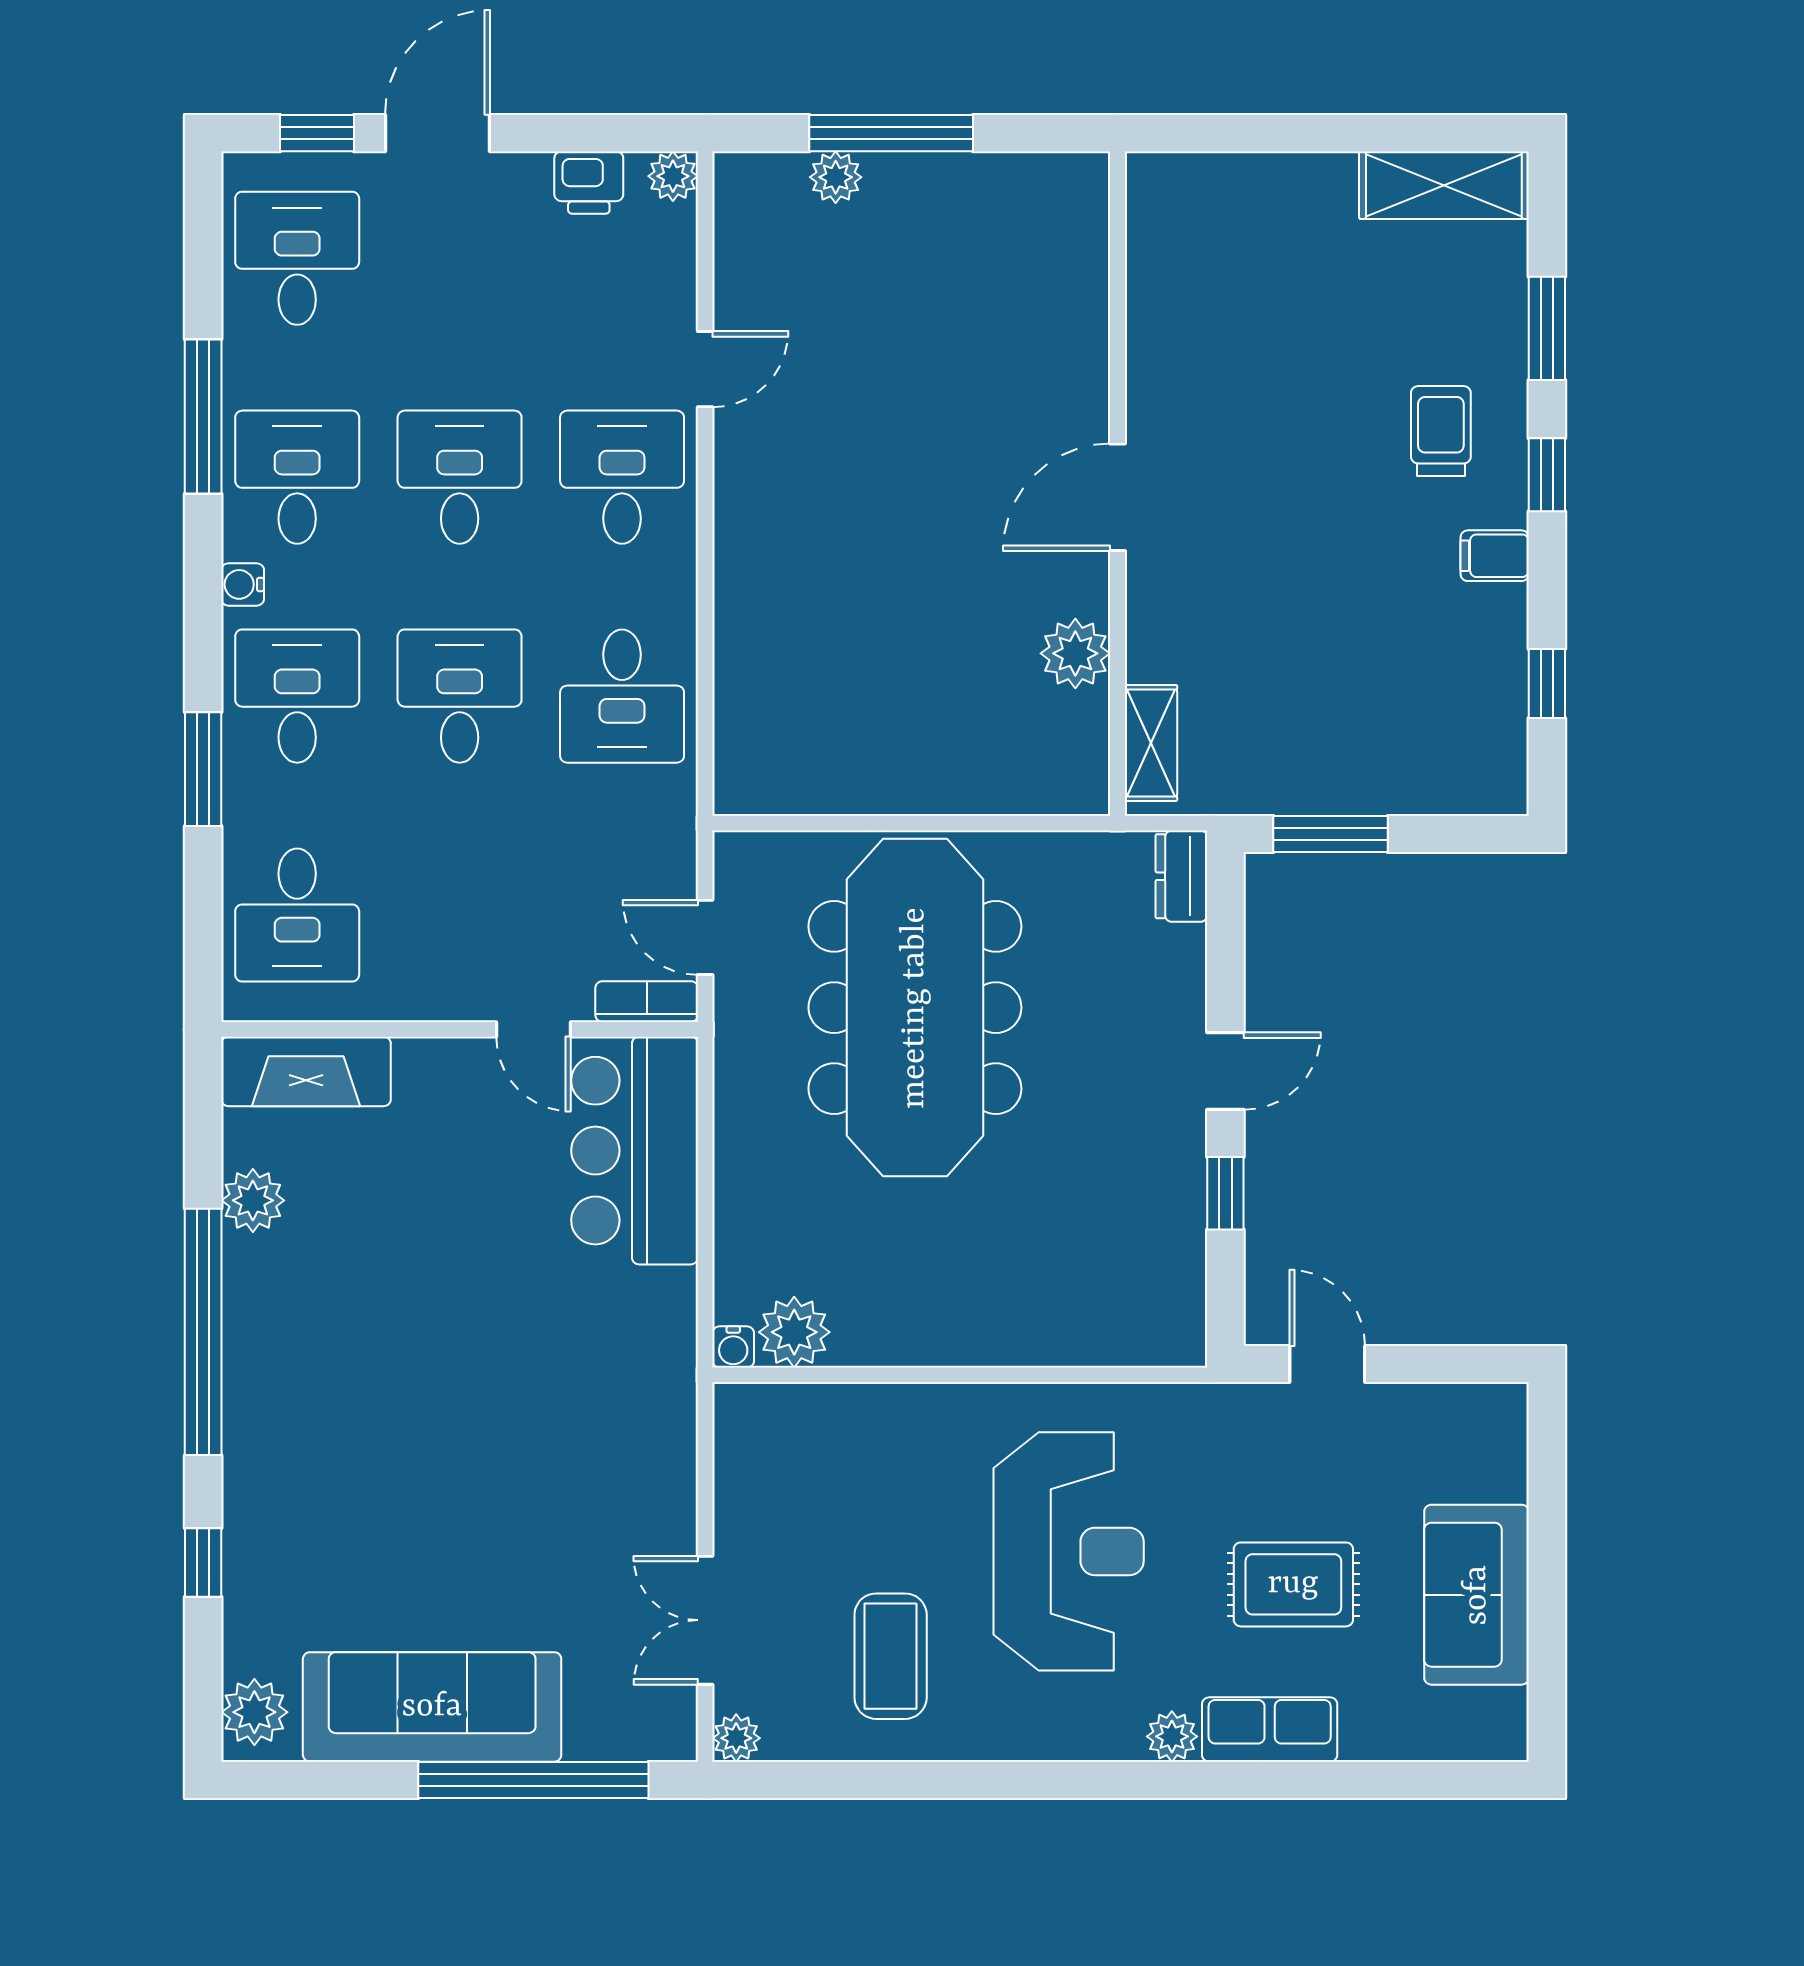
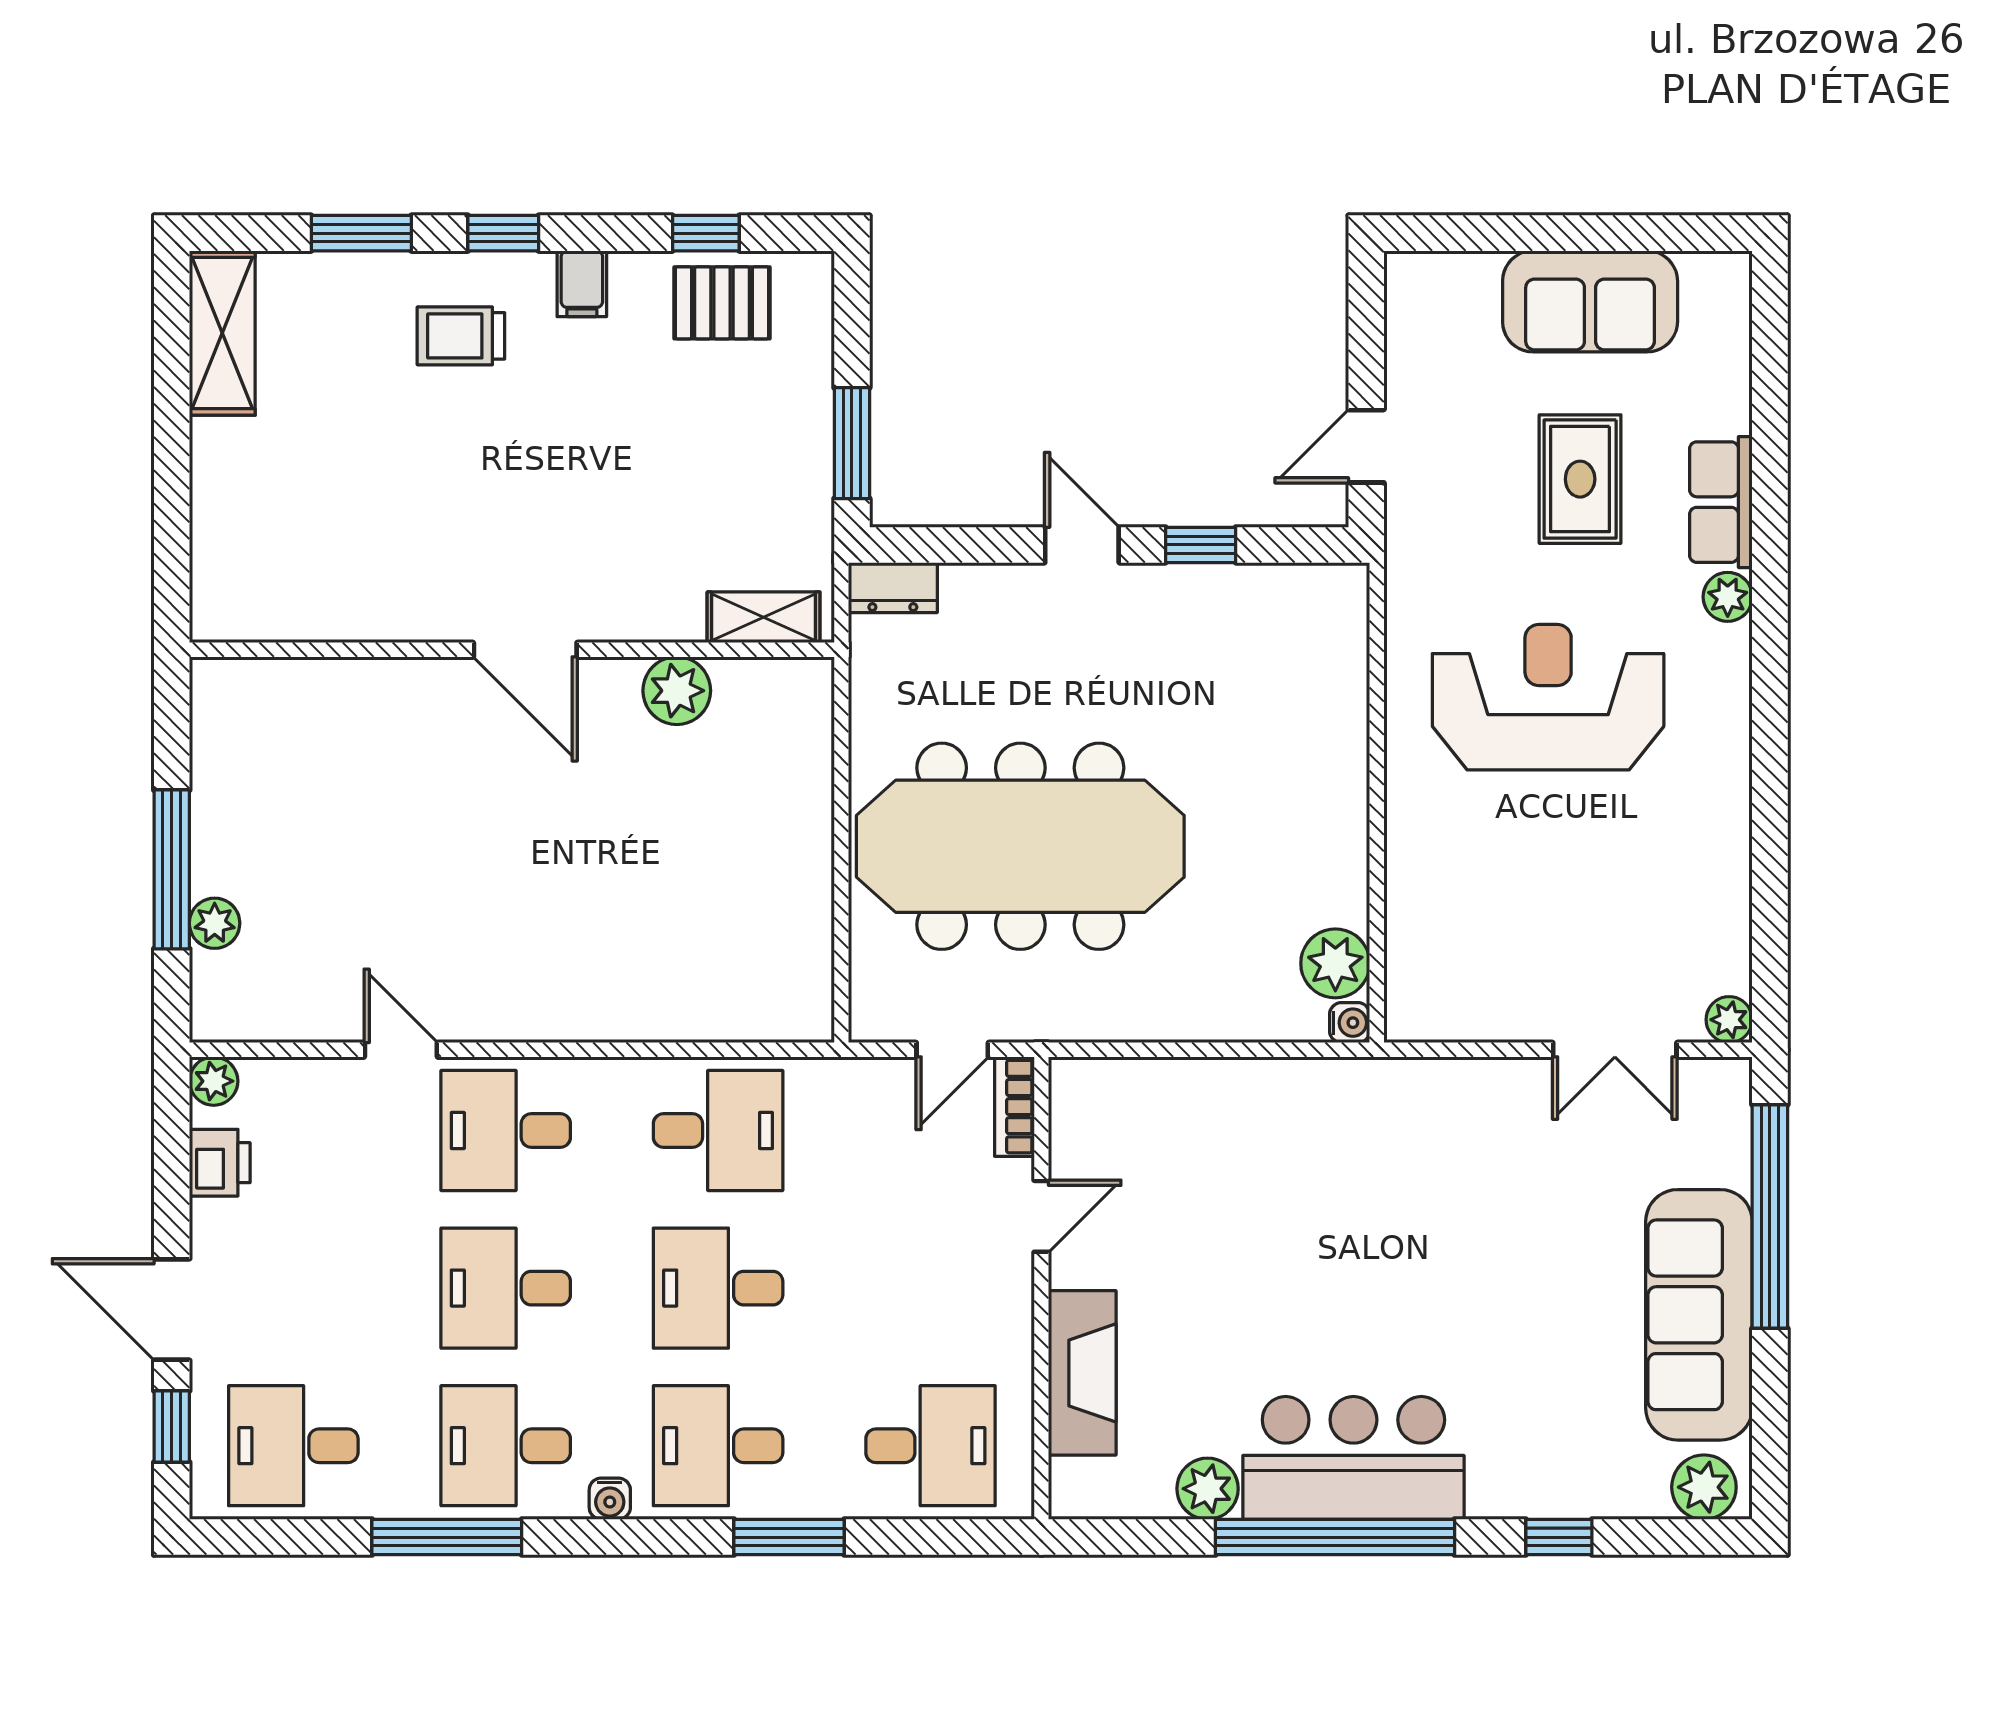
pallet: (1475, 700) -> (722, 303), added
fireplace: (306, 1071) -> (1082, 1373), moved
bar counter: (635, 1151) -> (1353, 1458), moved, turned 180
coffee table: (891, 1656) -> (1650, 870), removed

